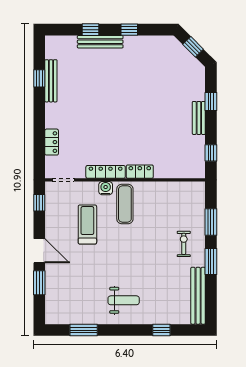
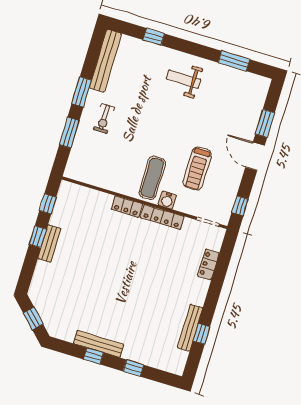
bench: (100, 42) -> (99, 344), moved
window: (211, 102) -> (38, 237), moved

